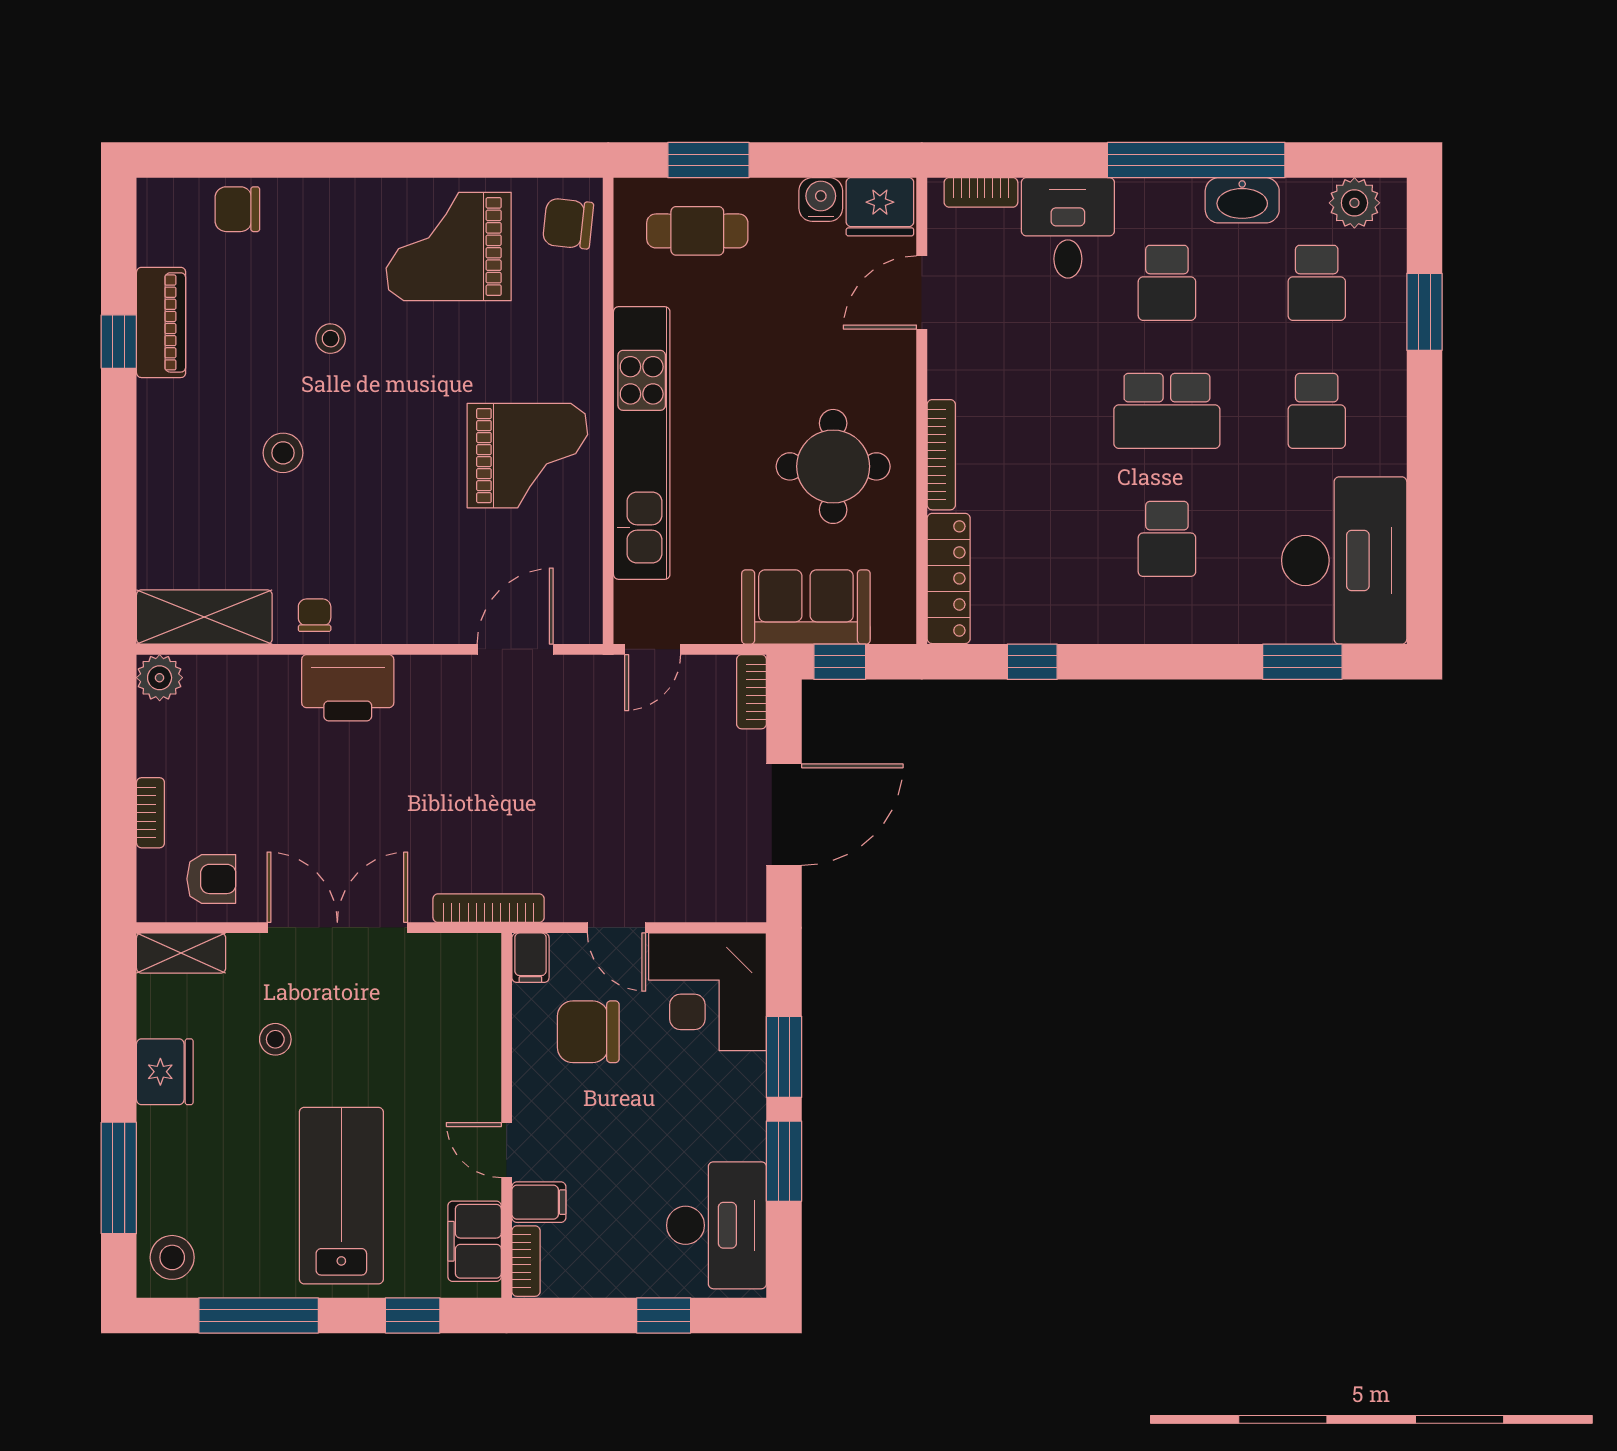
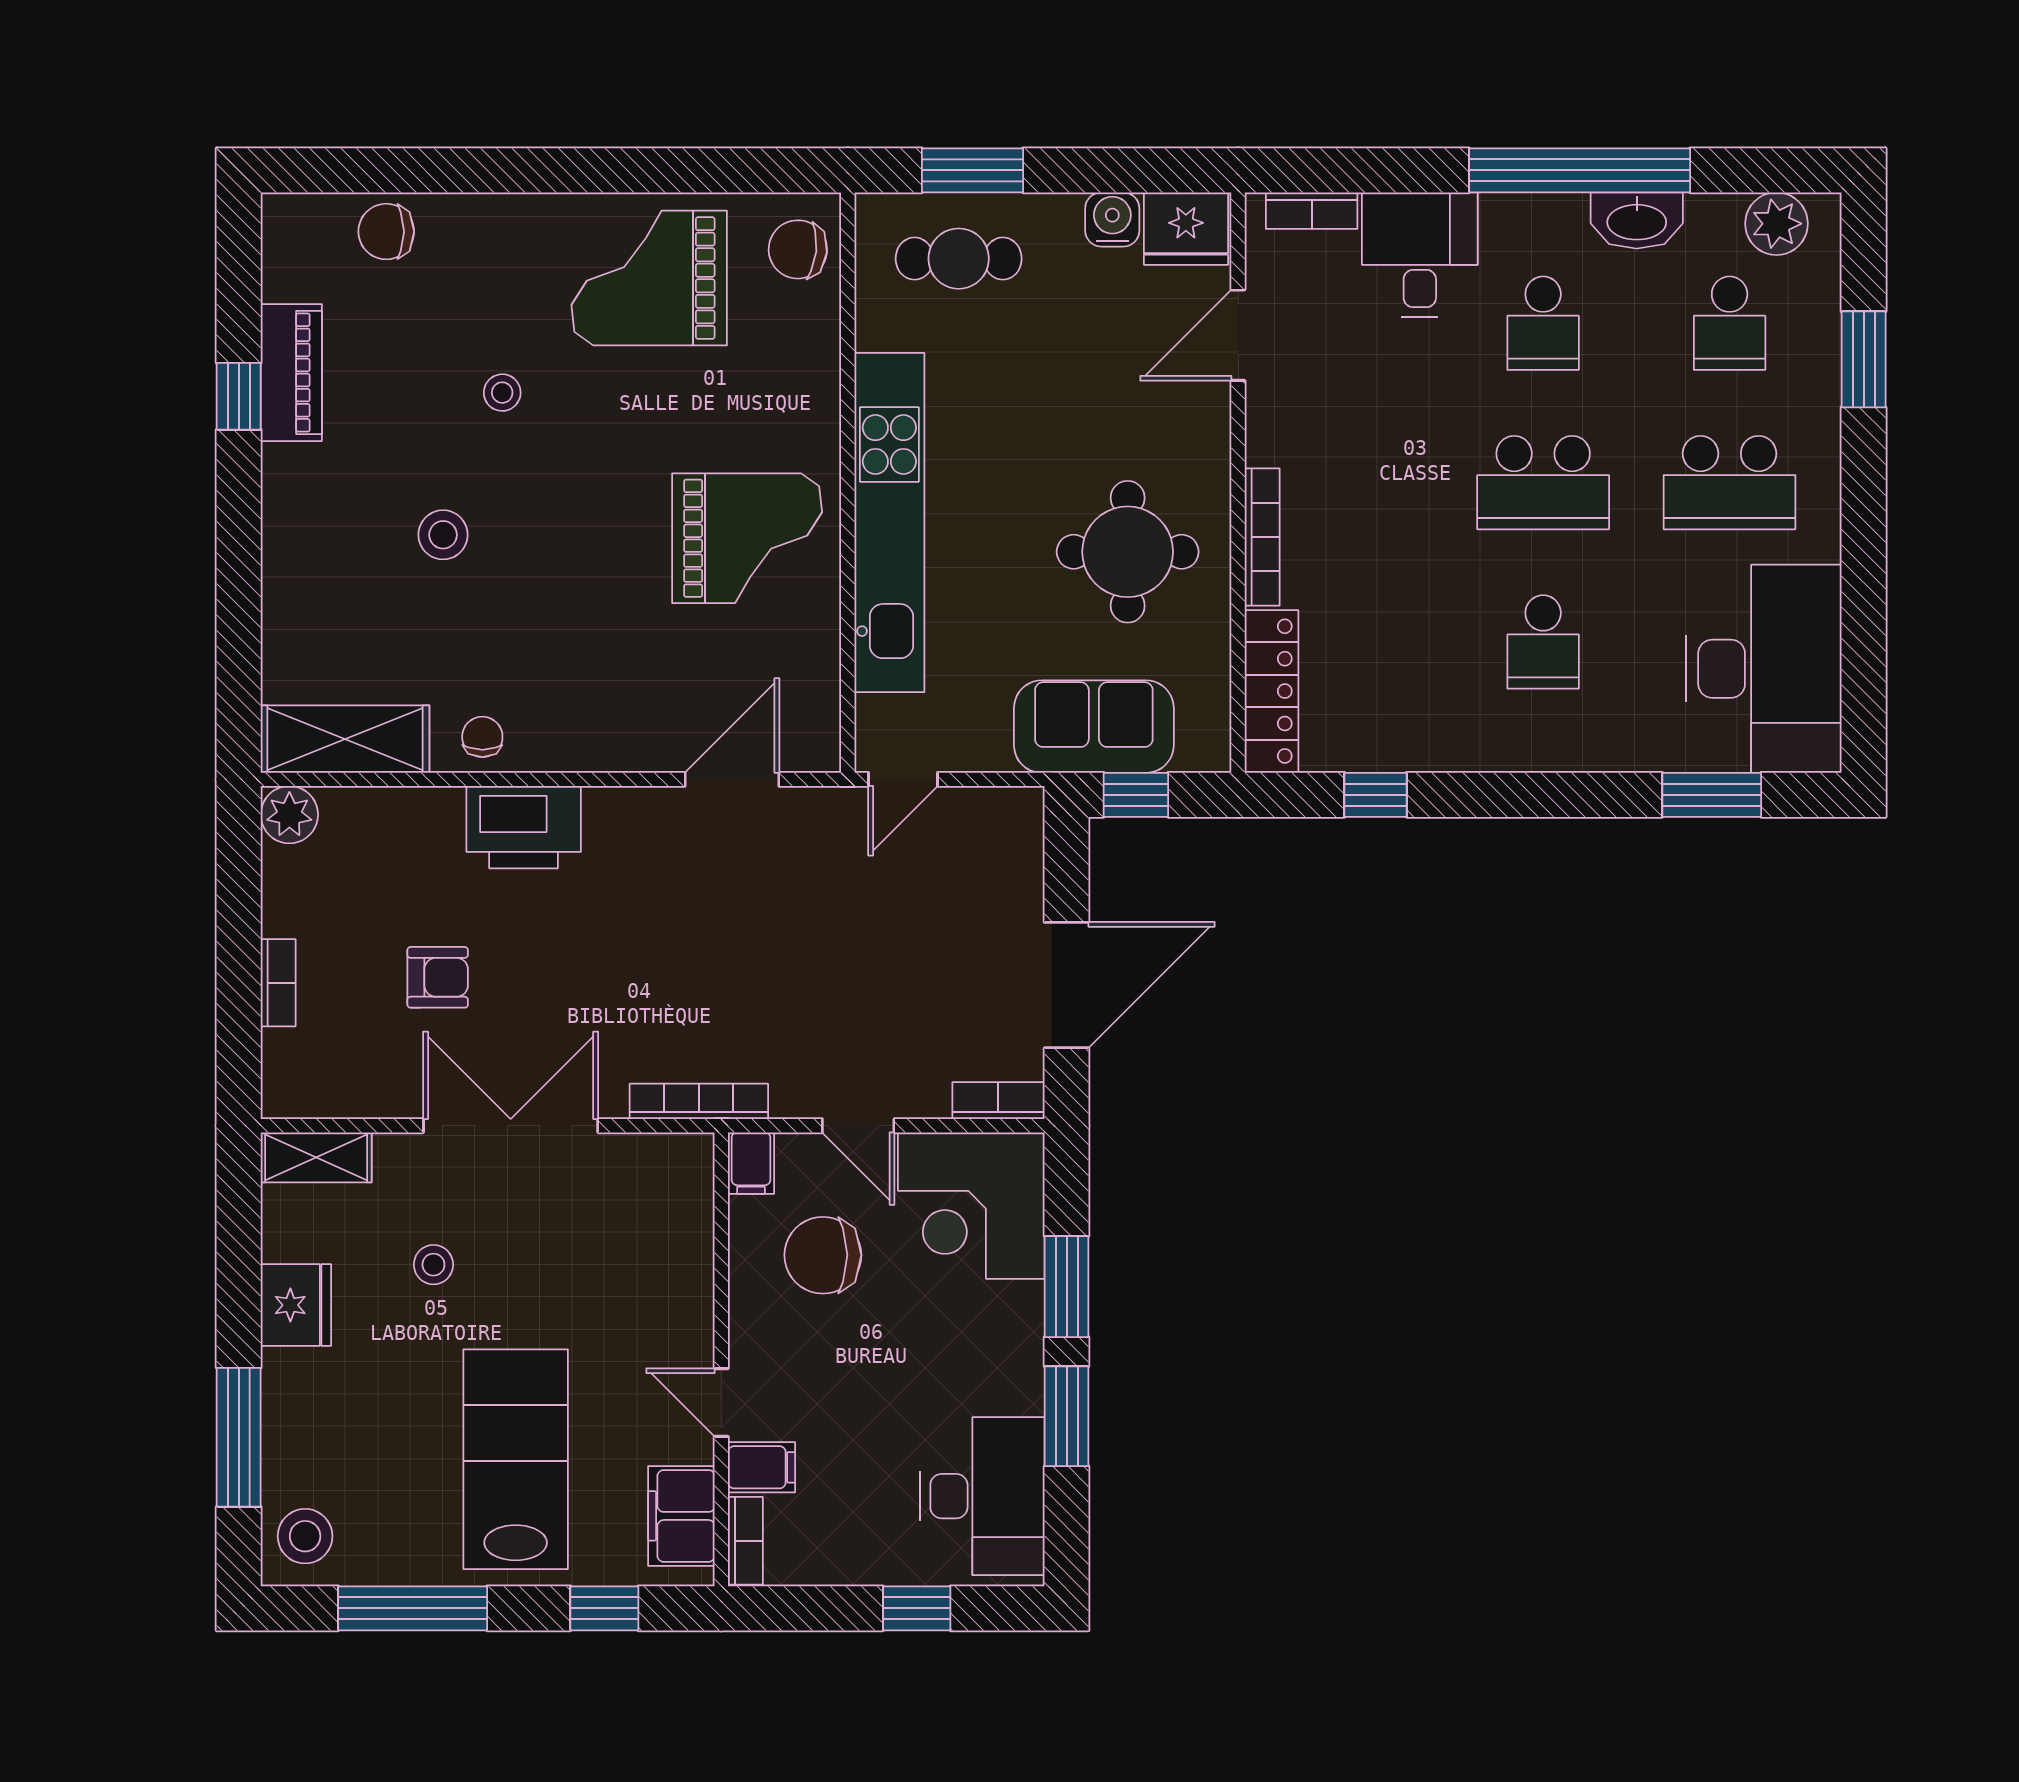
school desk: (1317, 411) -> (1730, 483), width x1.85
bookcase: (751, 692) -> (998, 1101), moved, turned 90
armchair: (211, 879) -> (438, 977), moved

